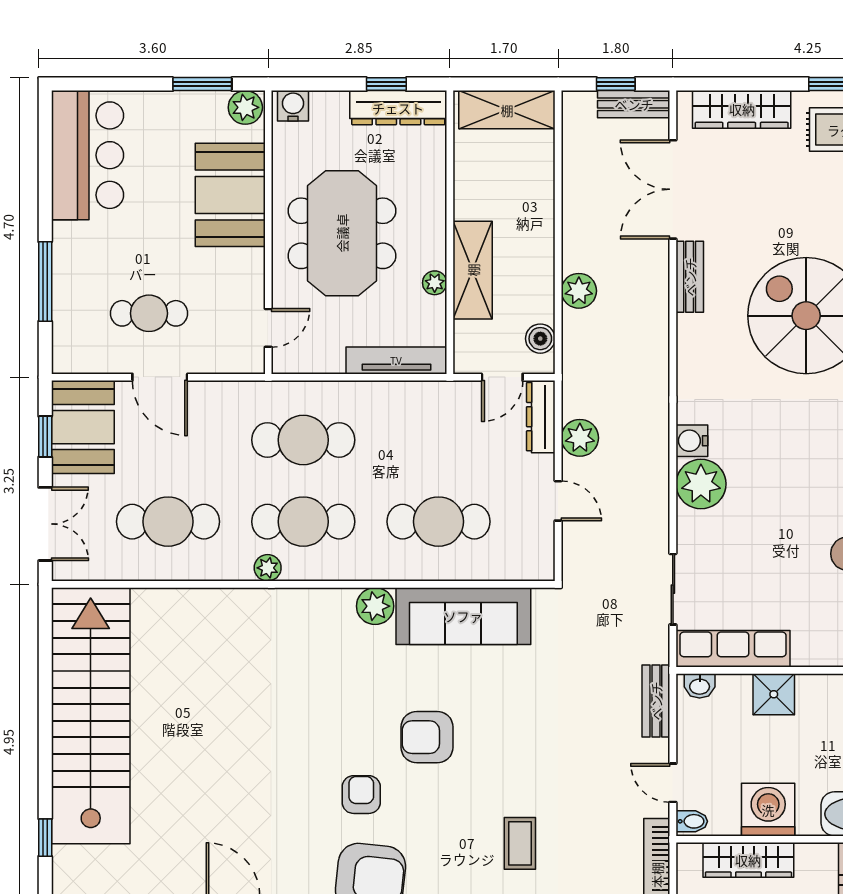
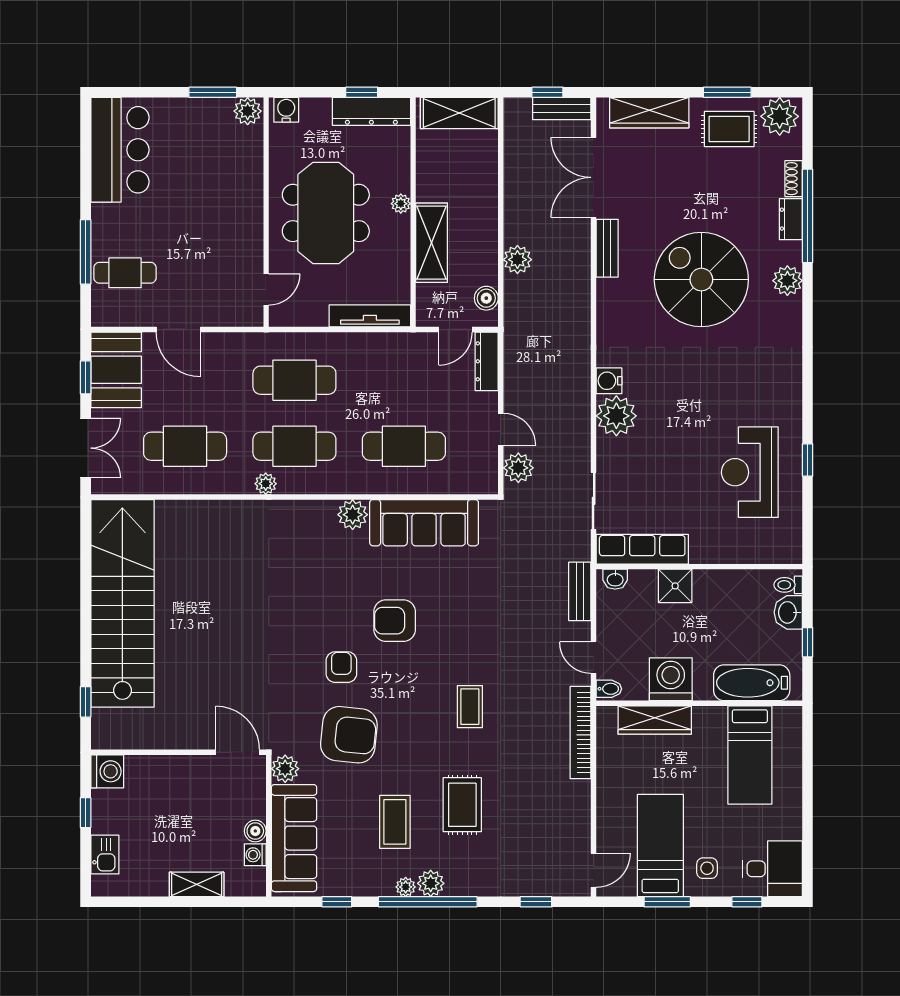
booth: (230, 195) -> (235, 182), removed
plant: (435, 283) -> (401, 204), moved
cafe table: (149, 313) -> (125, 273), moved
plant: (580, 438) -> (518, 468), moved

